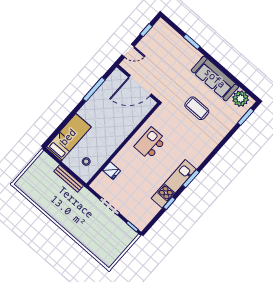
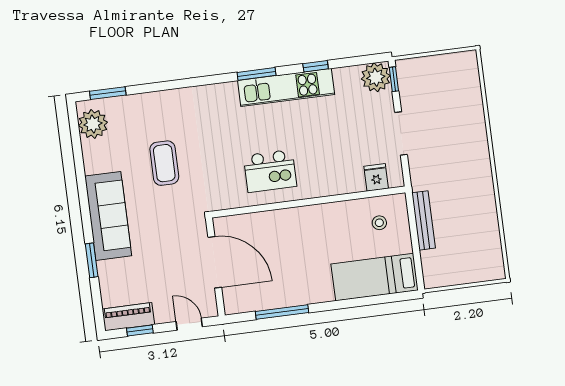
piano: (156, 32) -> (128, 317), added
sofa: (215, 78) -> (108, 216), moved
fridge: (111, 170) -> (376, 177), moved
plant: (140, 220) -> (376, 77), added

